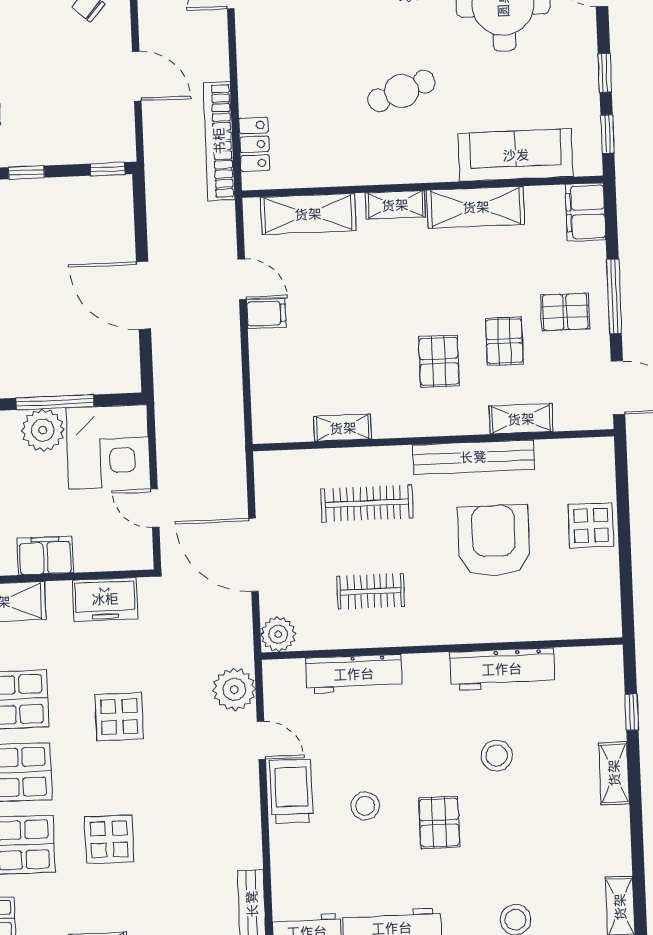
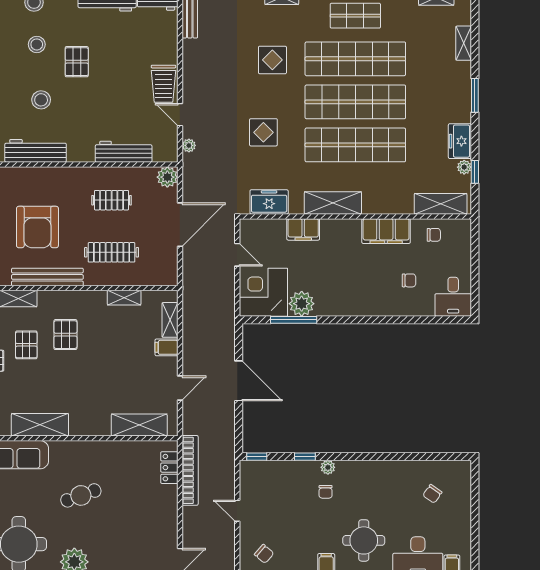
door: (137, 76) -> (237, 511), width x0.73
shelving: (395, 205) -> (170, 320), moved, turned 90
door: (242, 279) -> (180, 388), swing flipped
filing cabinet: (266, 313) -> (166, 347), moved
door: (254, 555) -> (180, 225), hinge flipped
plant: (234, 689) -> (189, 145), width x0.53, depth x0.53
stool: (365, 806) -> (37, 44), moved

